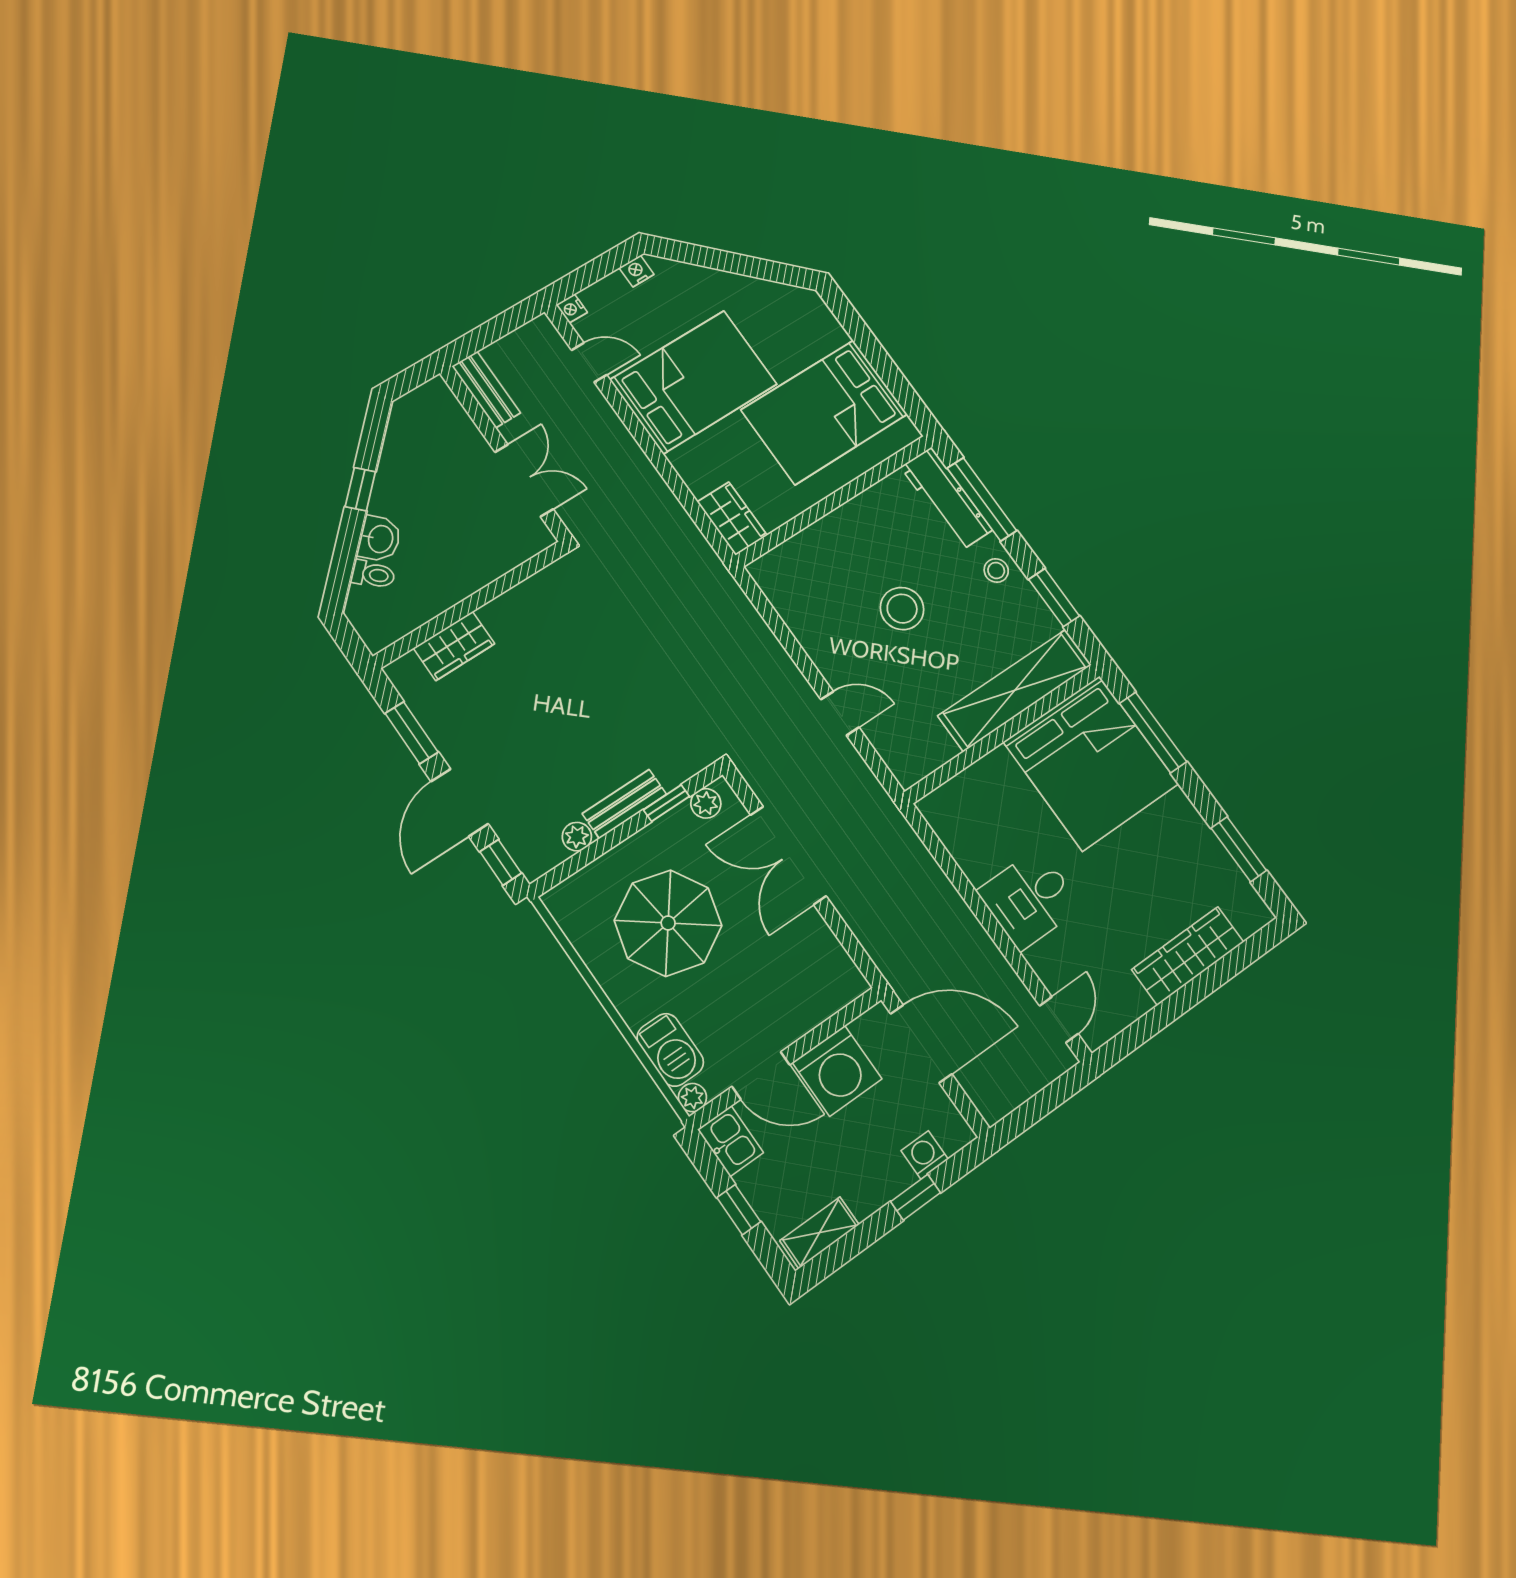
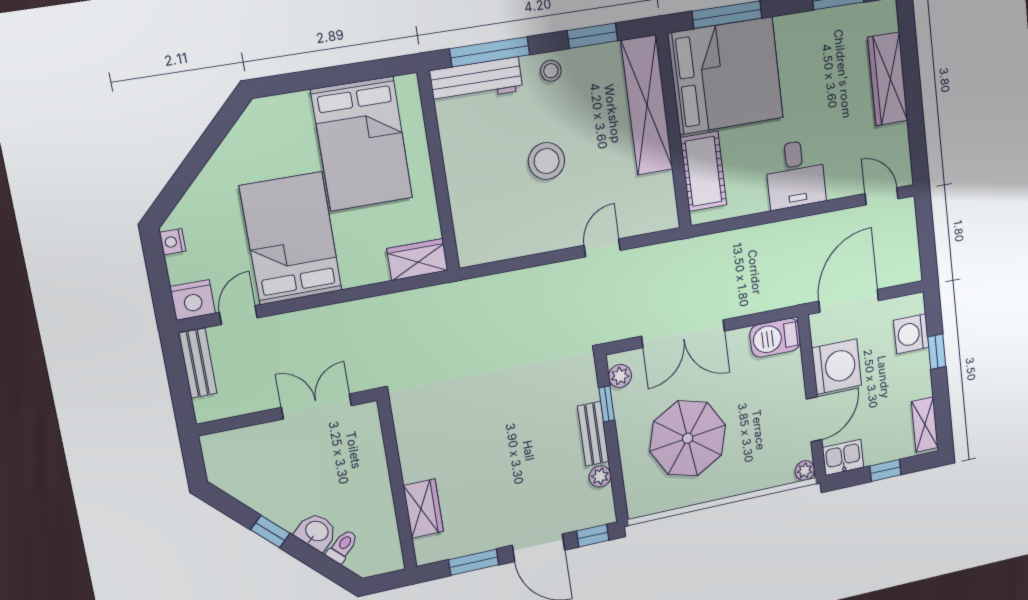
nightstand: (572, 309) -> (193, 300), width x1.89, depth x1.79
bench: (486, 390) -> (198, 363), moved, turned 90
cot: (978, 788) -> (703, 171), added
barbecue: (670, 1050) -> (775, 338), moved, turned 180
washing machine: (925, 1155) -> (911, 334), width x1.38, depth x1.38

